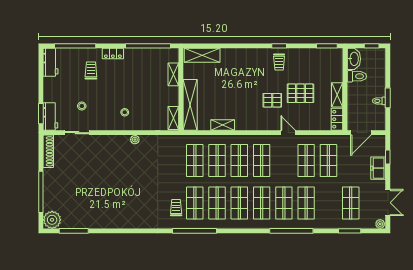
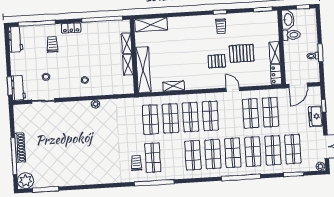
shelving: (173, 118) -> (128, 65), moved
shoe rack: (48, 151) -> (20, 148), moved
shop shelf: (217, 203) -> (273, 150), moved

